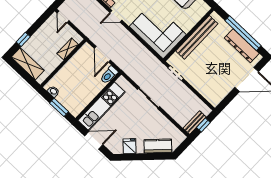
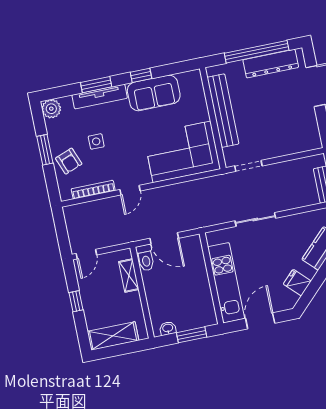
door: (63, 17) -> (86, 254), hinge flipped
window: (23, 39) -> (76, 301), moved
toilet: (109, 75) -> (145, 258), moved

